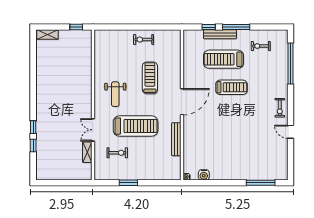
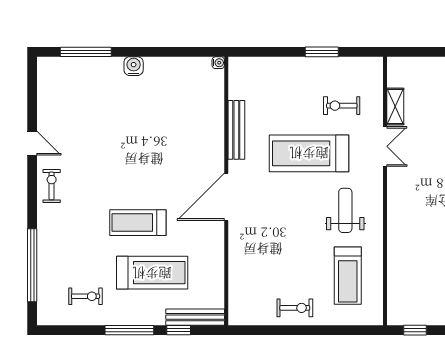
bench: (220, 34) -> (195, 317), moved
treadmill: (150, 78) -> (348, 276), moved
water cooler: (204, 175) -> (134, 66), moved

